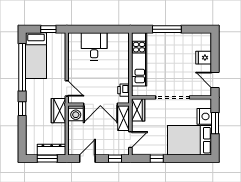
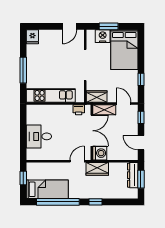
fridge: (204, 58) -> (32, 37), moved

